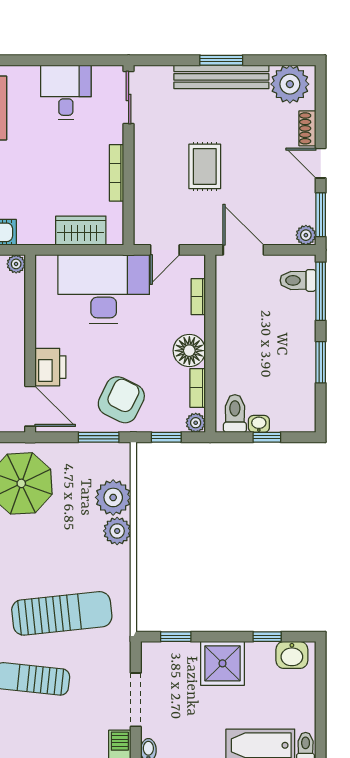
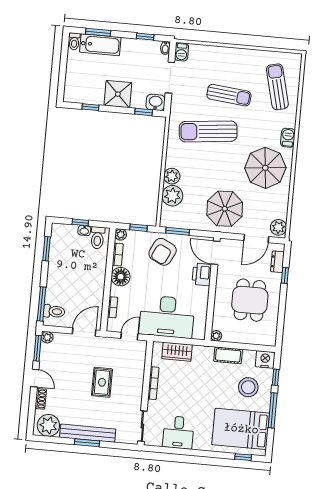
door: (243, 250) -> (84, 332), swing flipped
window: (321, 362) -> (47, 249), moved
washbasin: (292, 655) -> (156, 102), moved

